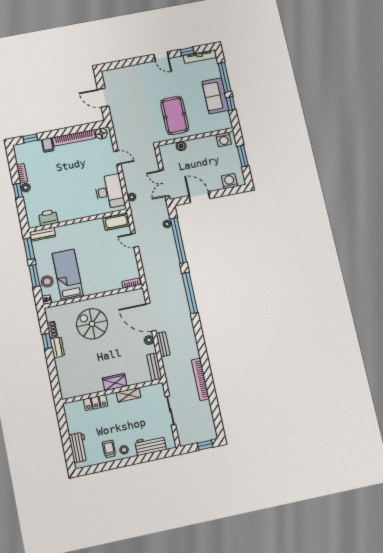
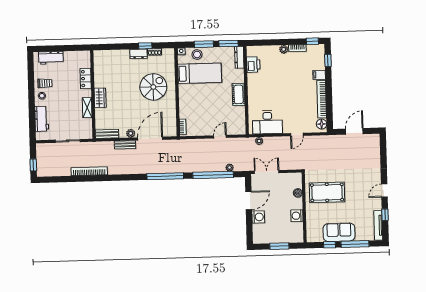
washing machine: (224, 139) -> (297, 216), moved
washing machine: (229, 181) -> (258, 217), moved
window: (18, 191) -> (312, 41), moved
cot: (116, 222) -> (239, 94), moved

